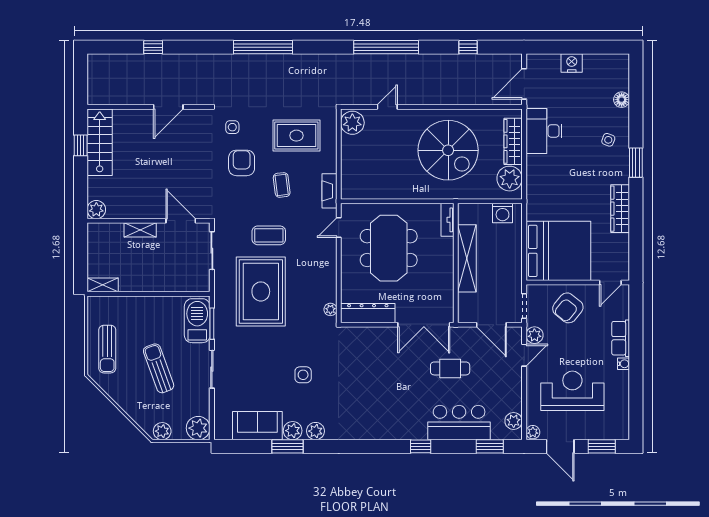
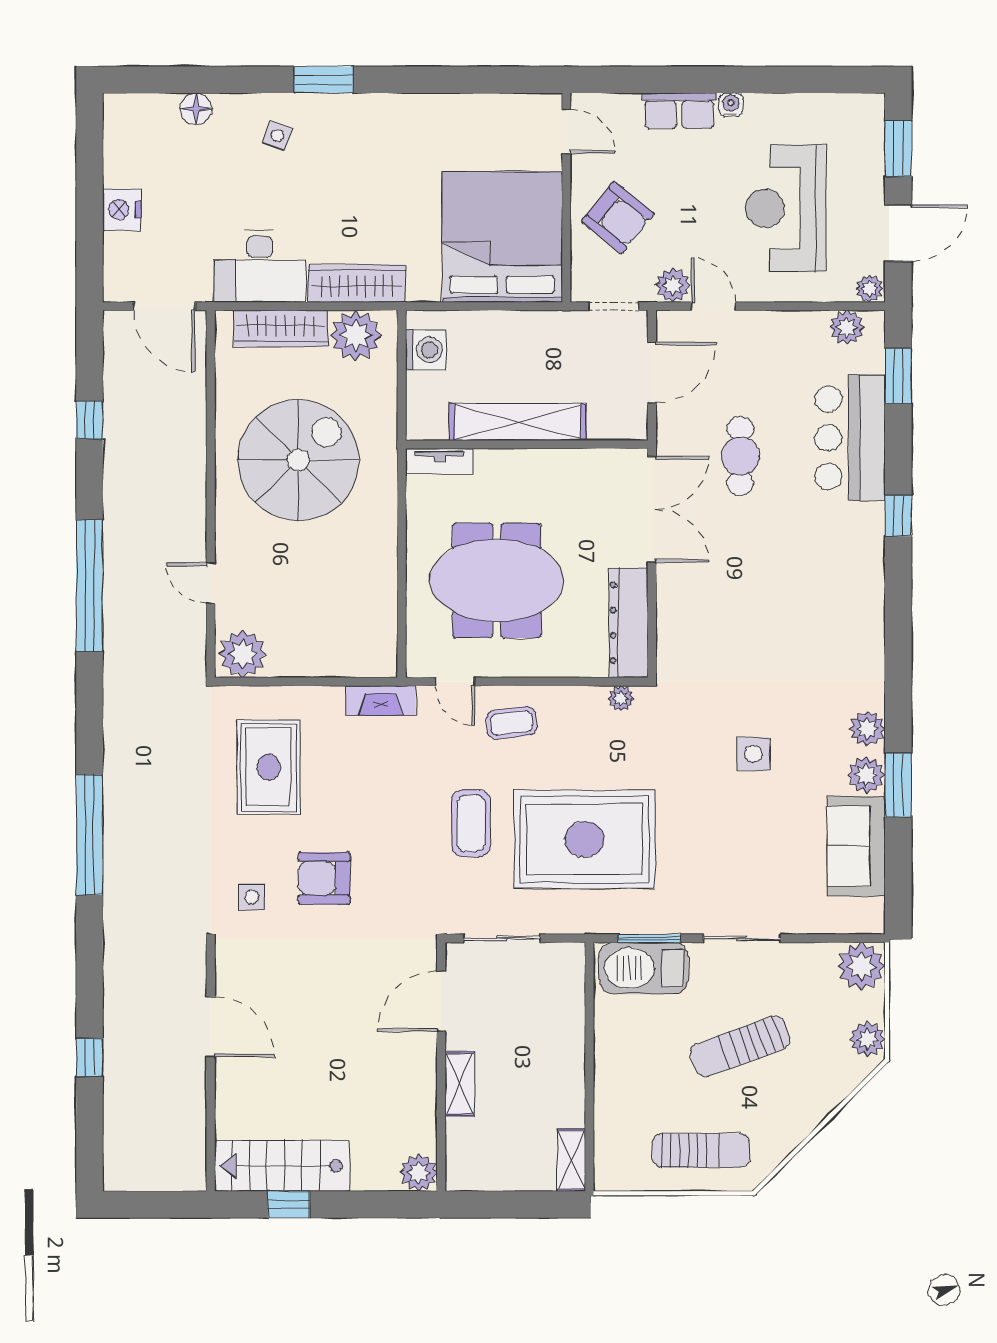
coffee table: (282, 185) -> (512, 723), moved
wardrobe: (620, 209) -> (357, 283), moved, turned 180

